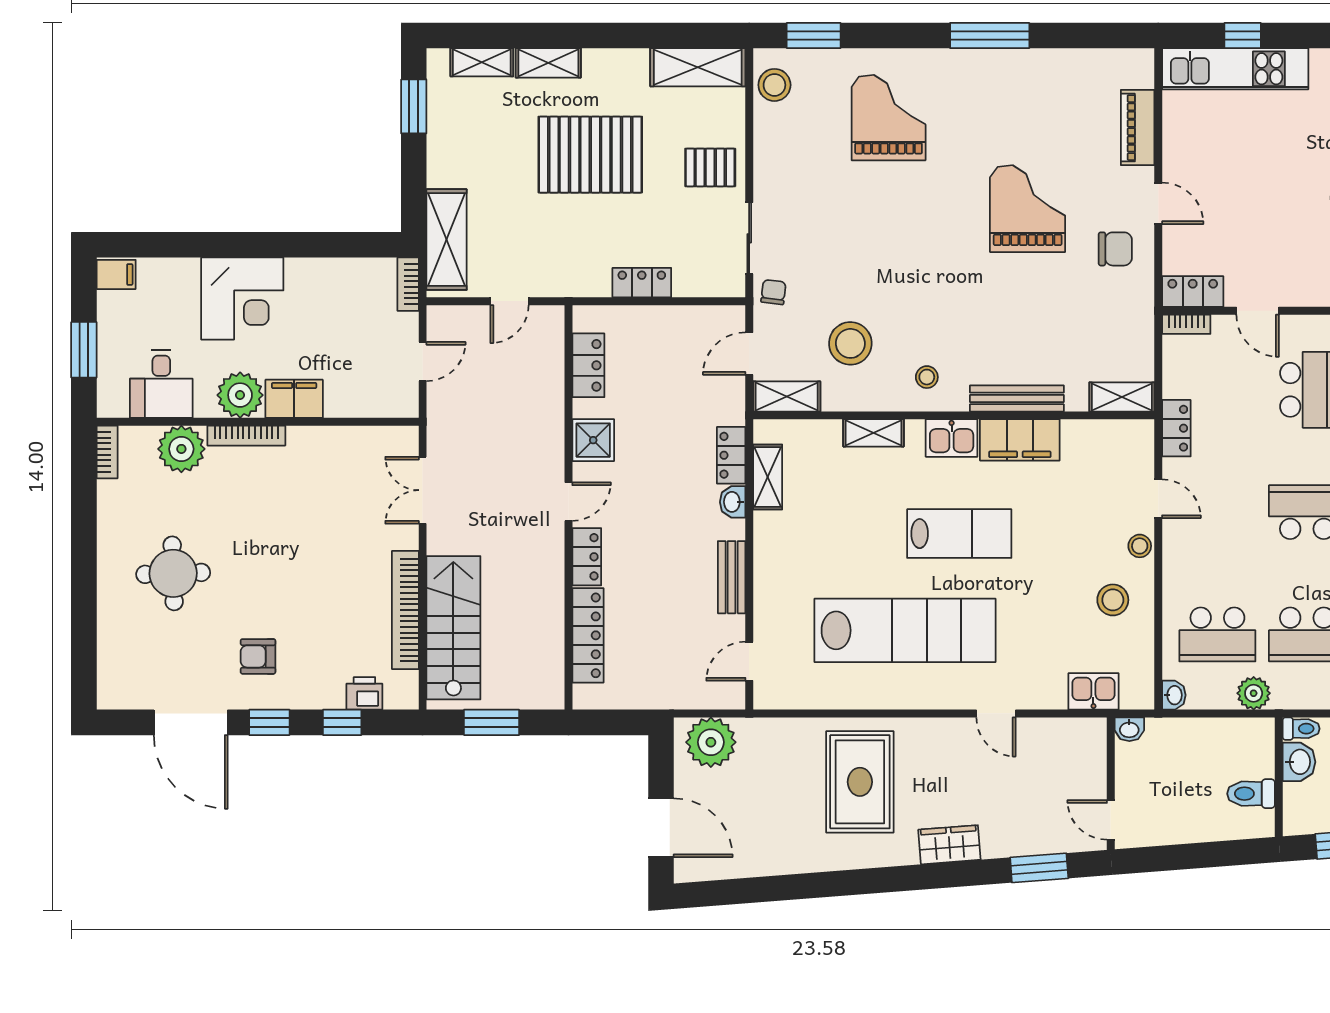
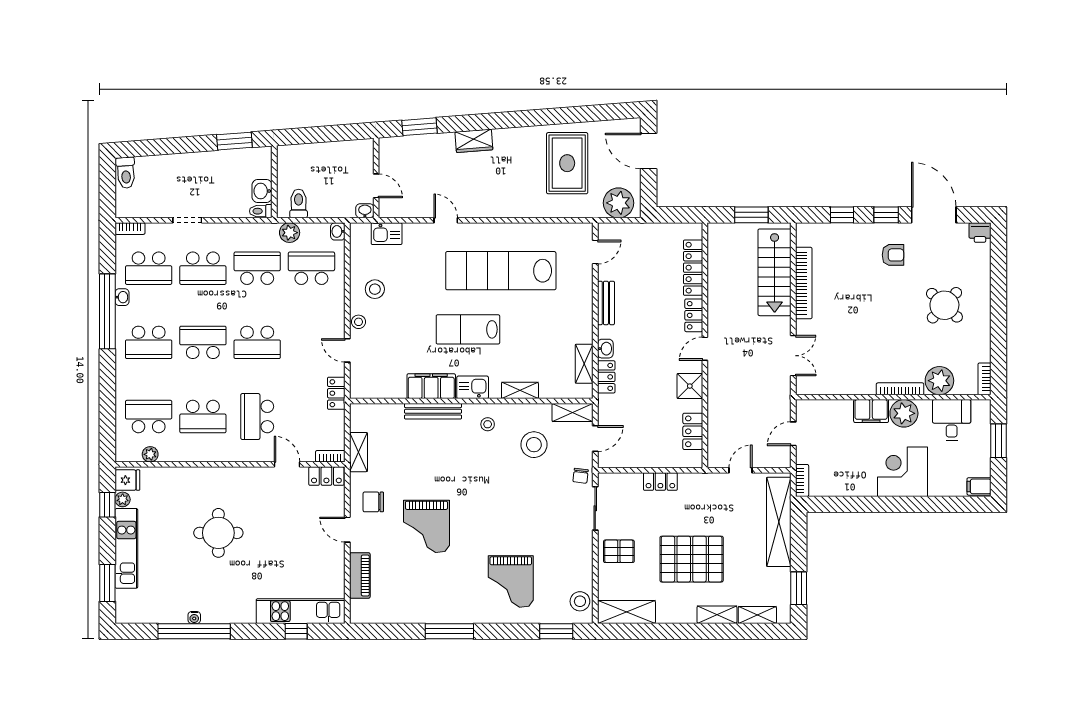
shelving: (447, 240) -> (779, 522), width x1.47
shelving: (1122, 397) -> (358, 452), moved, turned 90
round table: (173, 573) -> (944, 305), turned 45
printer: (364, 693) -> (980, 232), moved
rug: (860, 782) -> (567, 163), moved
toilet: (1251, 794) -> (299, 204), moved, turned -90
door: (1111, 820) -> (376, 186), moved

